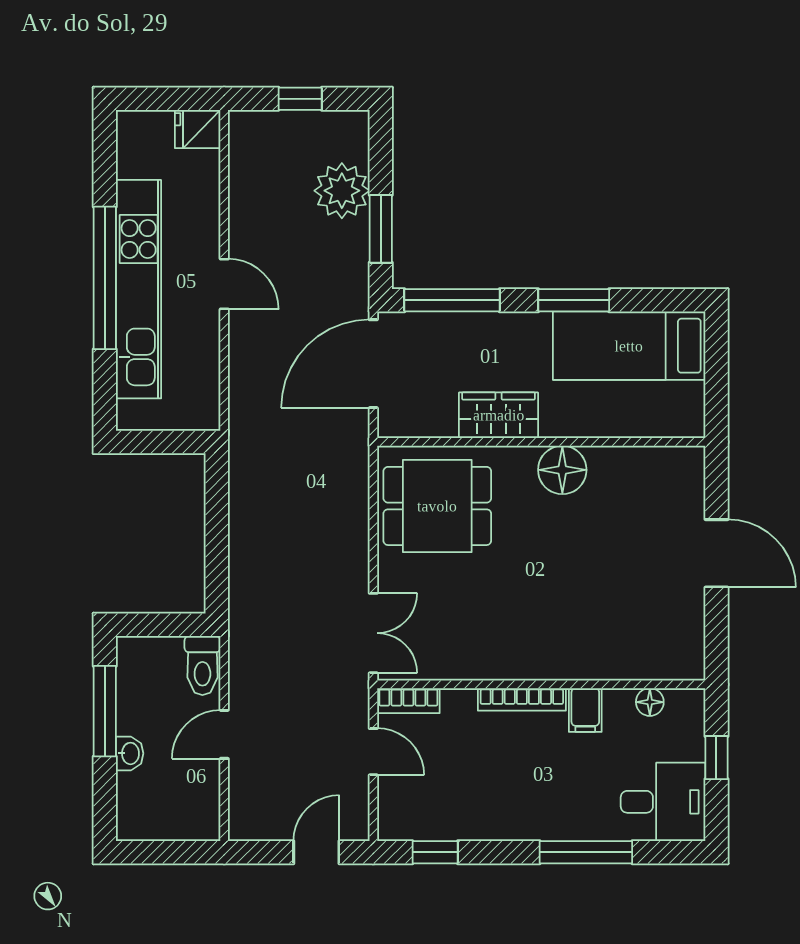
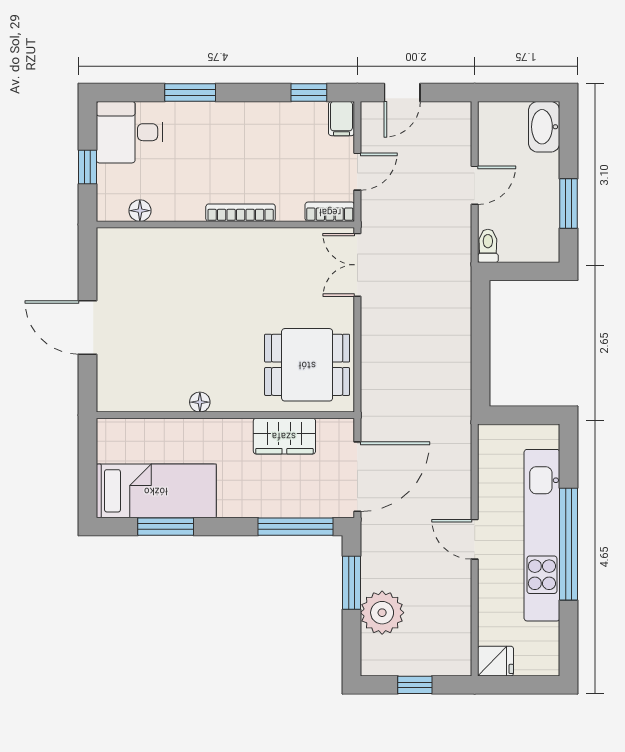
window: (574, 300) -> (166, 527), moved
wardrobe: (499, 415) -> (284, 436), moved
floor lamp: (562, 470) -> (200, 402), width x0.53, depth x0.53
toilet: (202, 665) -> (488, 246), width x0.73, depth x0.72
filing cabinet: (585, 710) -> (341, 119), moved, turned 180
window: (105, 711) -> (568, 203), width x0.69
door: (373, 752) -> (357, 172), swing flipped
washbasin: (130, 753) -> (544, 127), moved, width x1.91, depth x1.45
window: (586, 852) -> (190, 93), width x0.69

